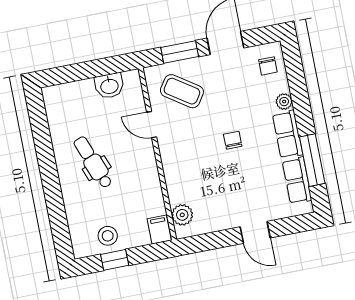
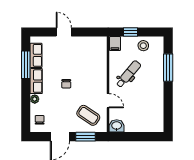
washbasin: (109, 86) -> (117, 126), moved
dental chair: (93, 162) -> (128, 74), moved, turned -119
window: (55, 205) -> (168, 68), added
plant: (182, 215) -> (101, 49), removed
window: (115, 260) -> (131, 32), moved

